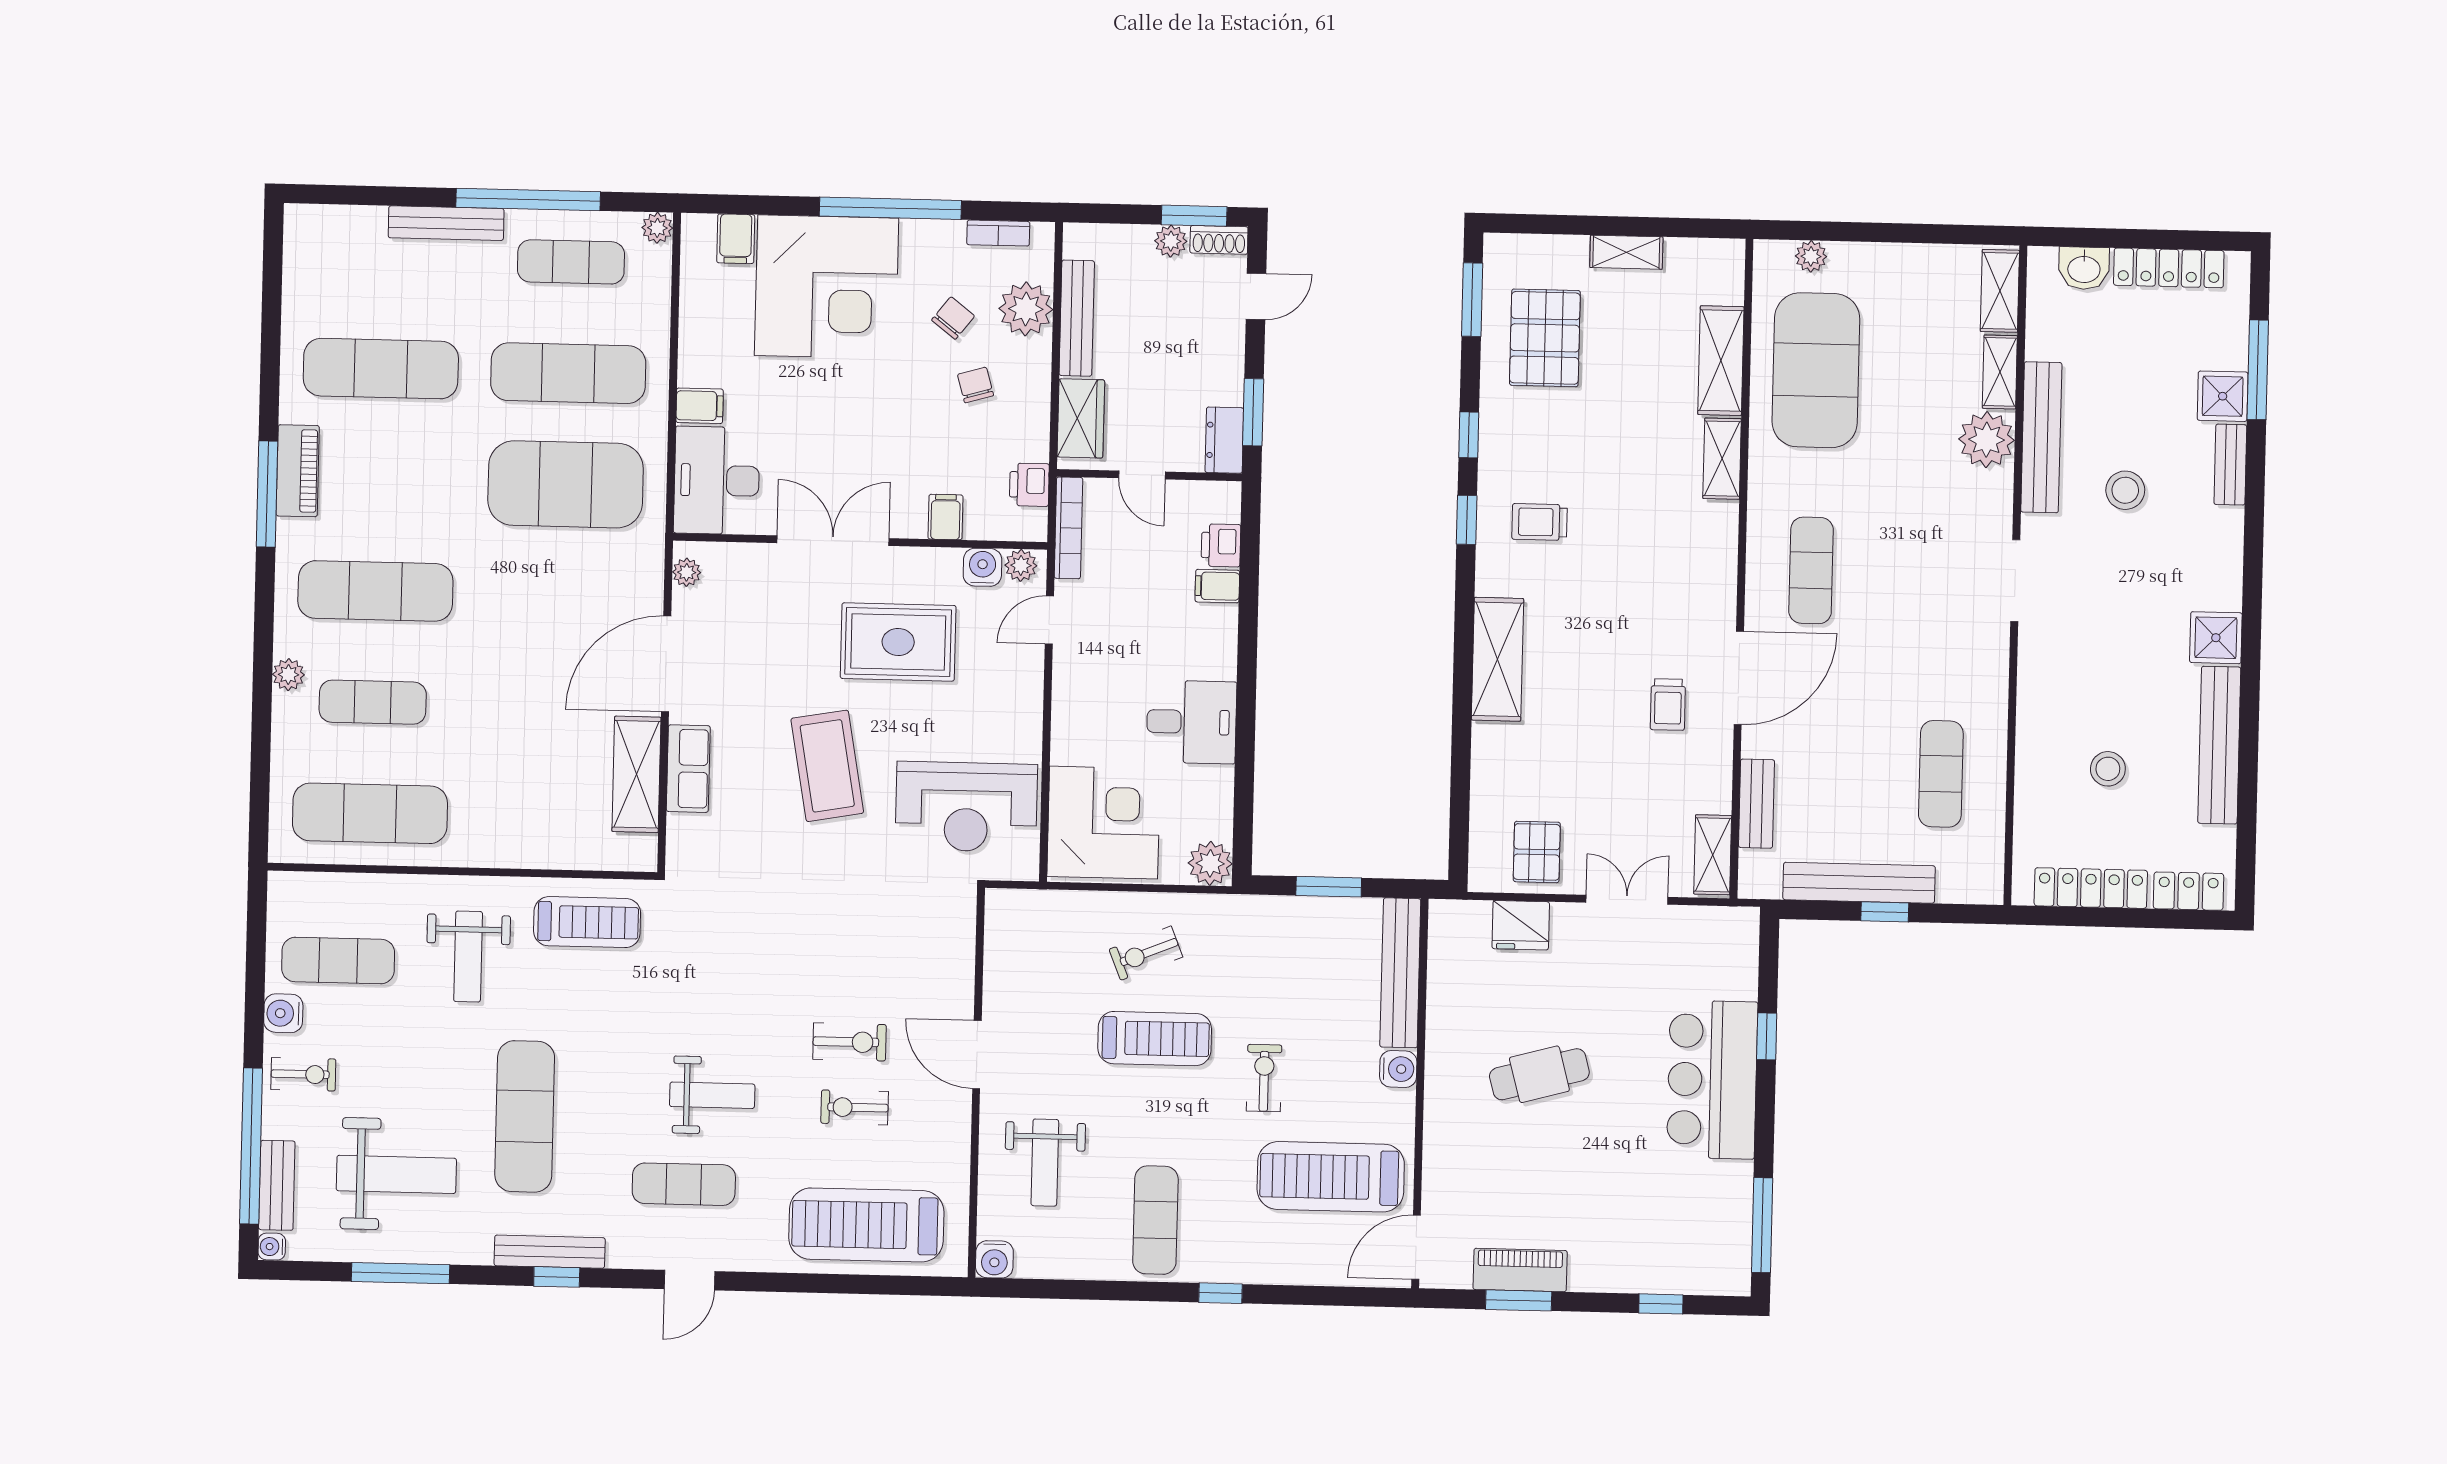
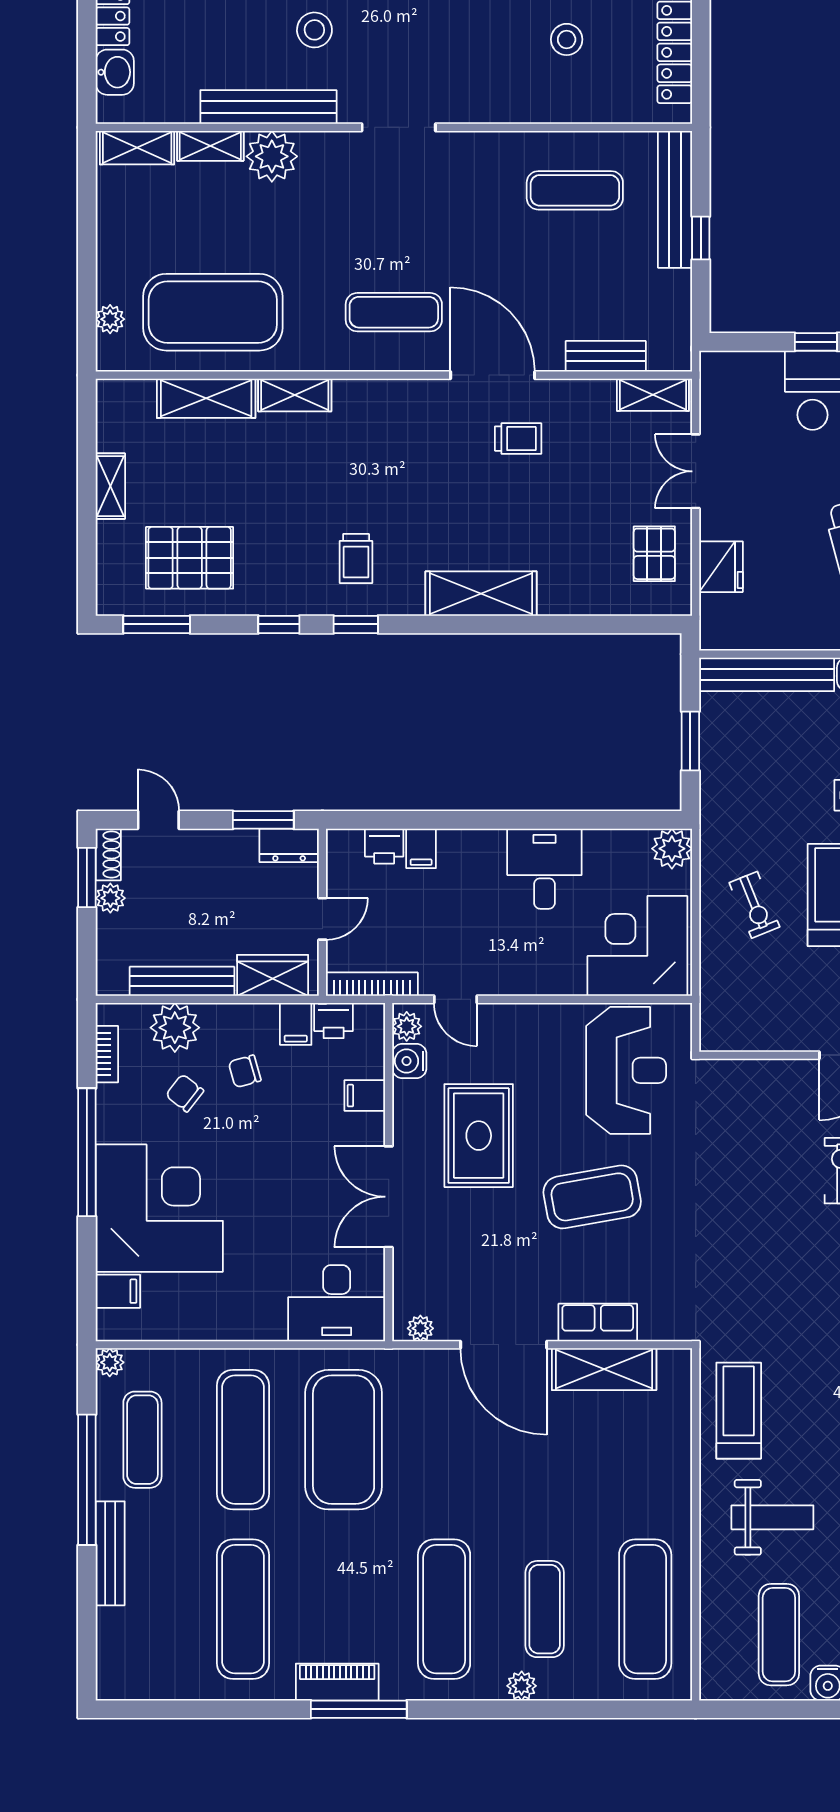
filing cabinet: (700, 406) -> (296, 1024), moved, turned 180
pallet: (1537, 852) -> (654, 554), turned 90
bench: (1859, 883) -> (675, 199), moved

